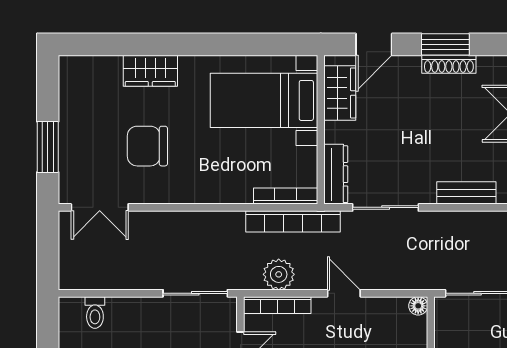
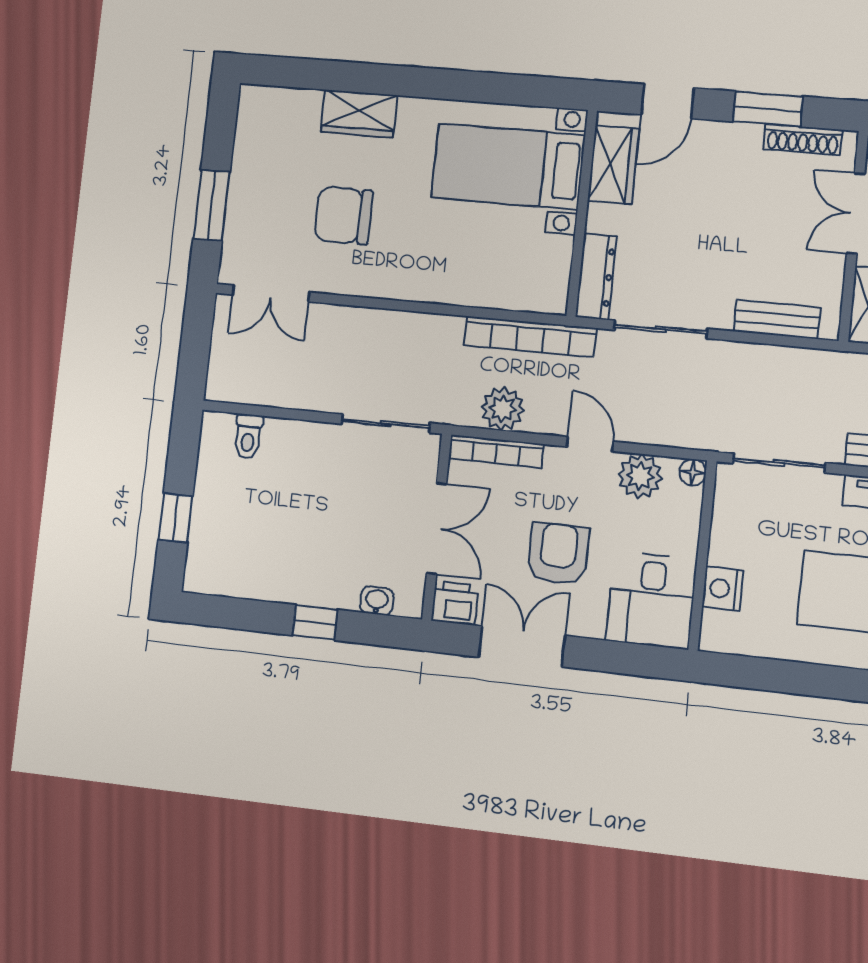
shoe rack: (449, 64) -> (803, 140), moved
bookcase: (286, 196) -> (524, 301), removed
plant: (381, 312) -> (640, 476), added

